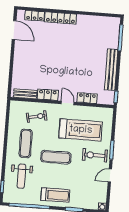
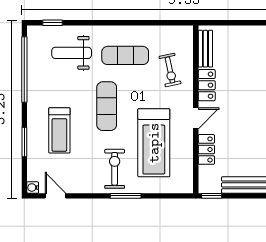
door: (110, 175) -> (55, 196), moved
treadmill: (55, 195) -> (59, 130), moved

